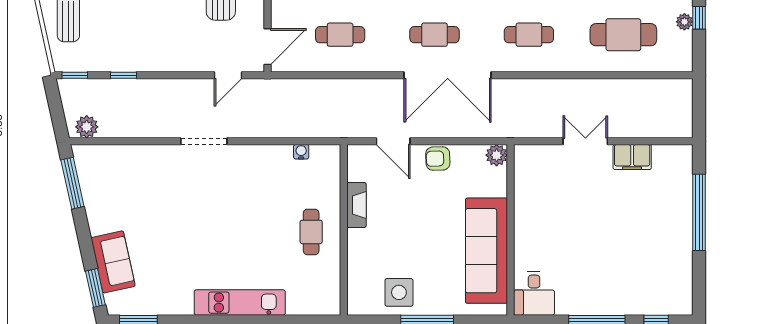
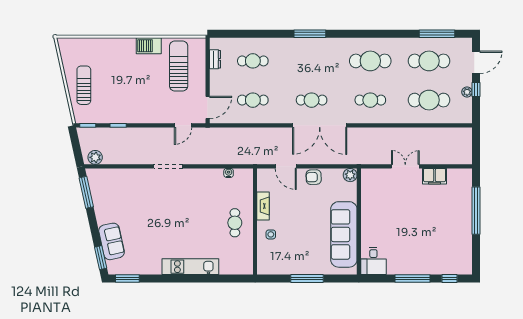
side table: (399, 292) -> (271, 234), moved, width x0.54, depth x0.54

